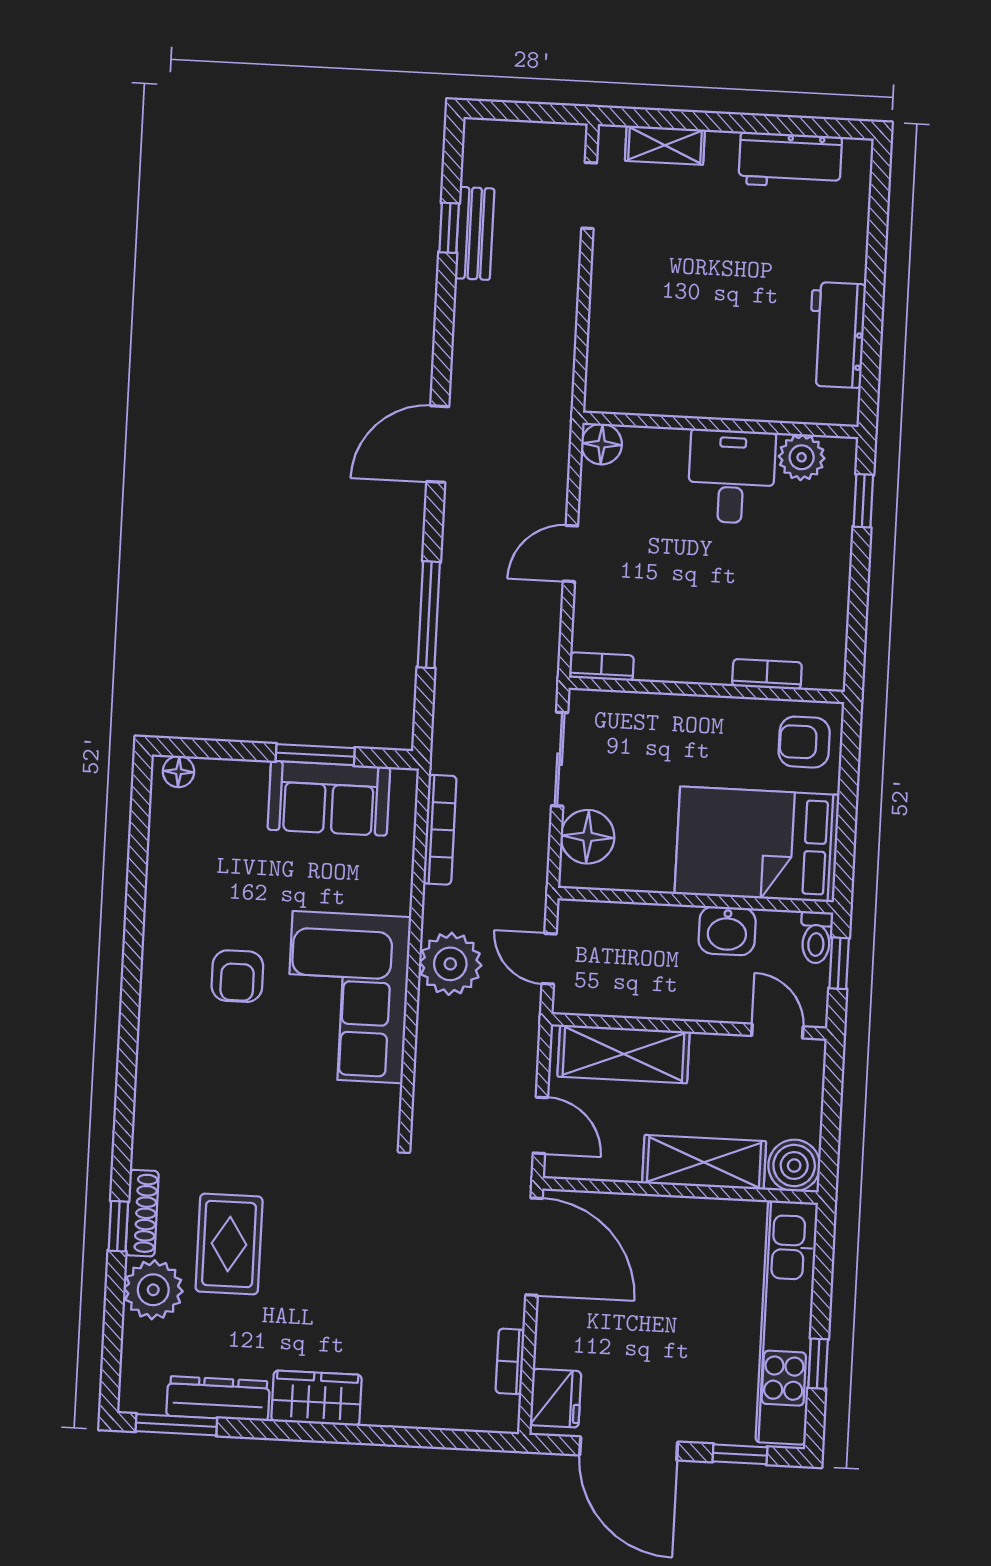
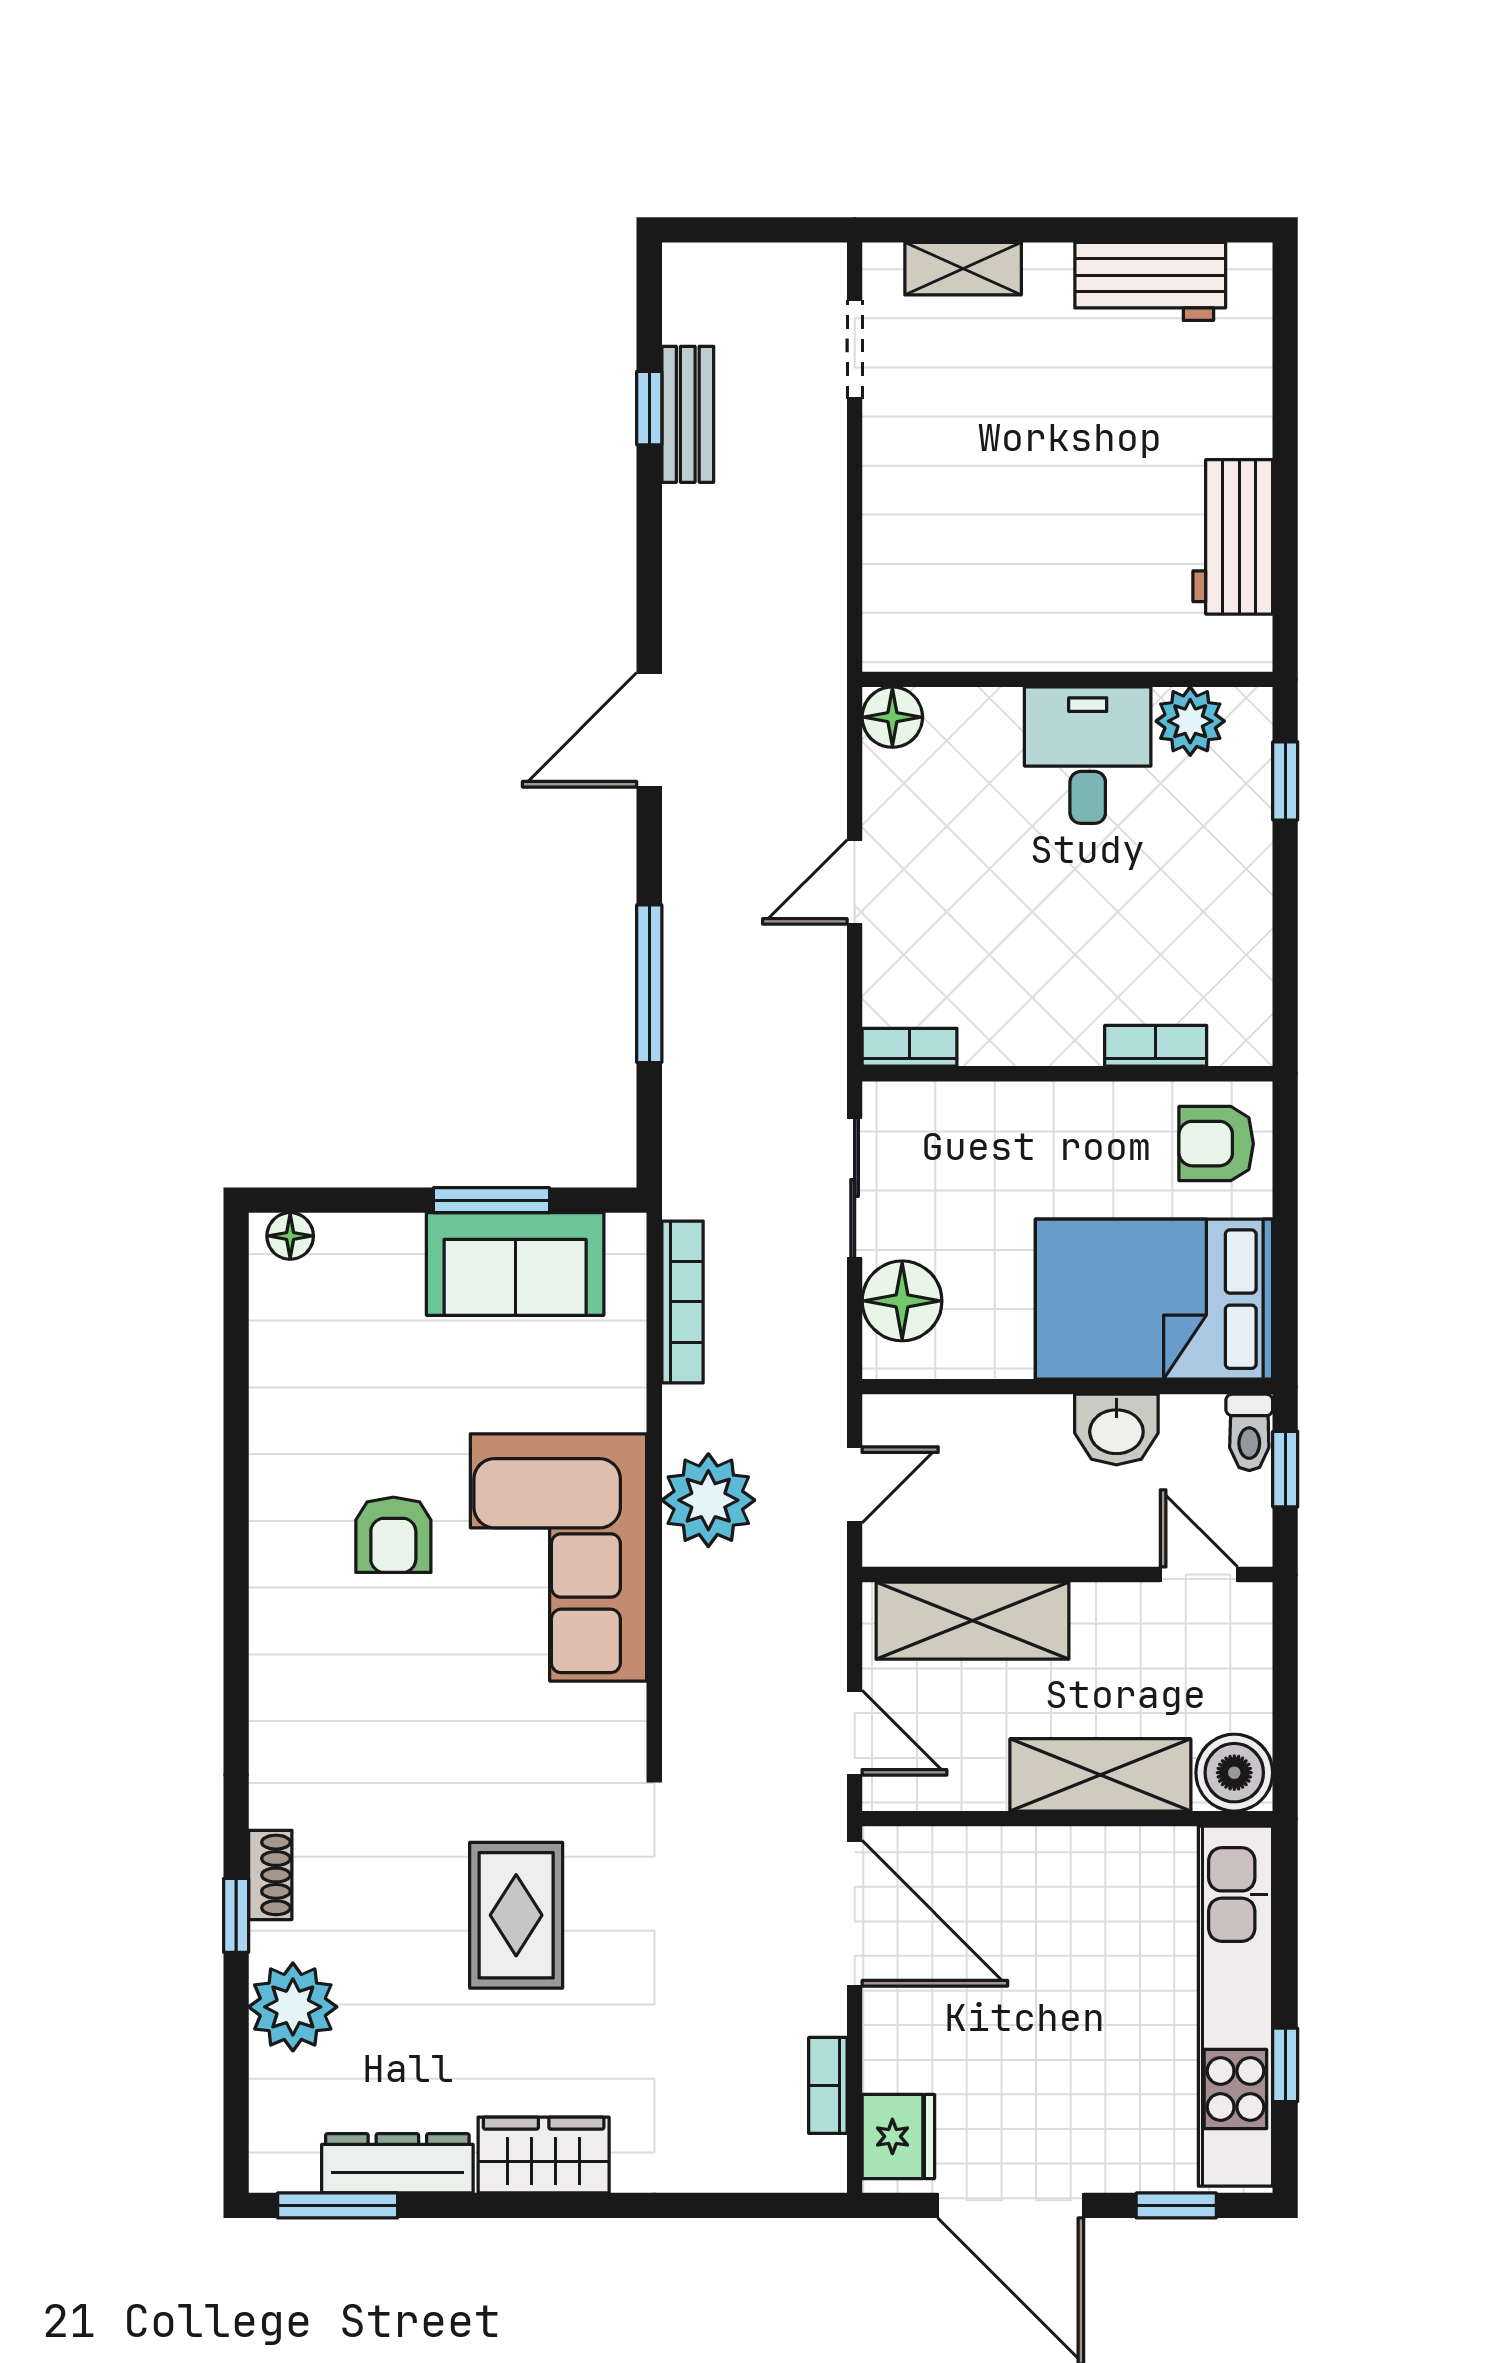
door: (549, 959) -> (855, 1485), swing flipped
shoe rack: (142, 1213) -> (270, 1875), width x0.70
rug: (229, 1244) -> (516, 1915), moved

